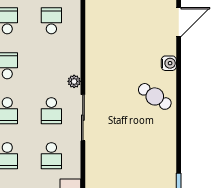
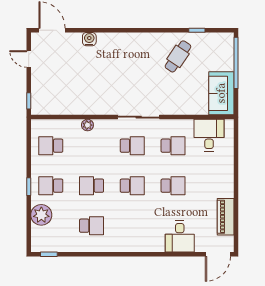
plant: (74, 81) -> (87, 125), moved
cafe table: (155, 96) -> (178, 56), moved

